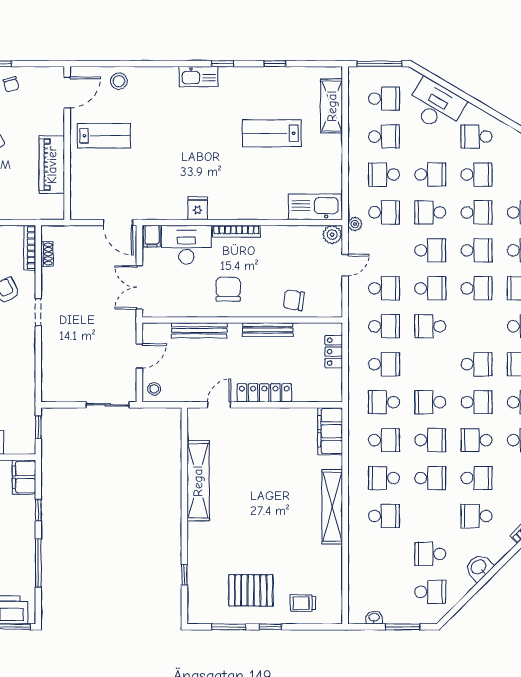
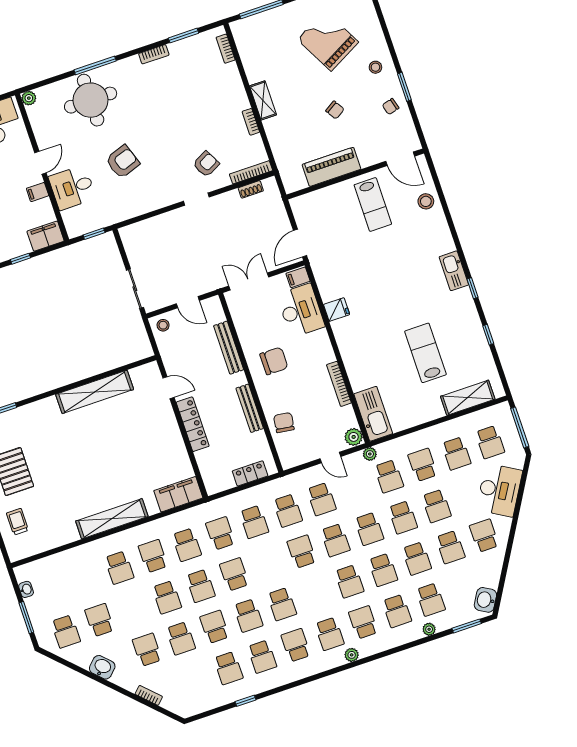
school desk: (430, 212) -> (403, 517), turned 180
bookcase: (236, 231) -> (339, 384), moved

